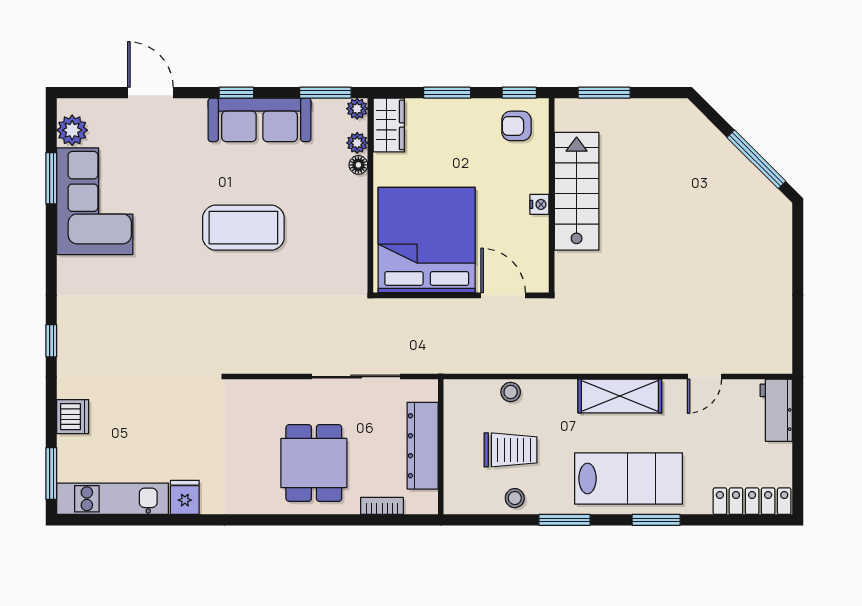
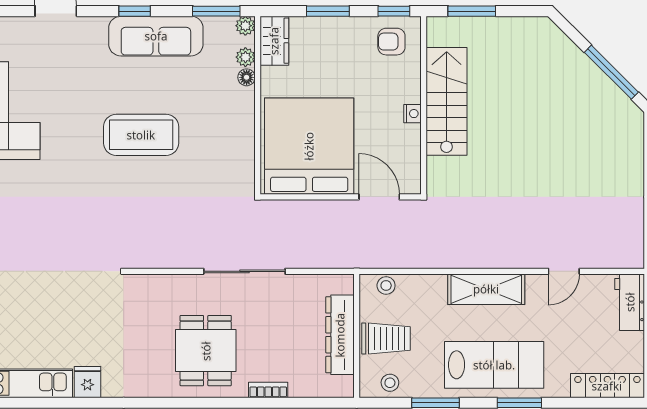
dresser: (423, 446) -> (340, 335), moved
wall: (441, 447) -> (357, 336), moved

